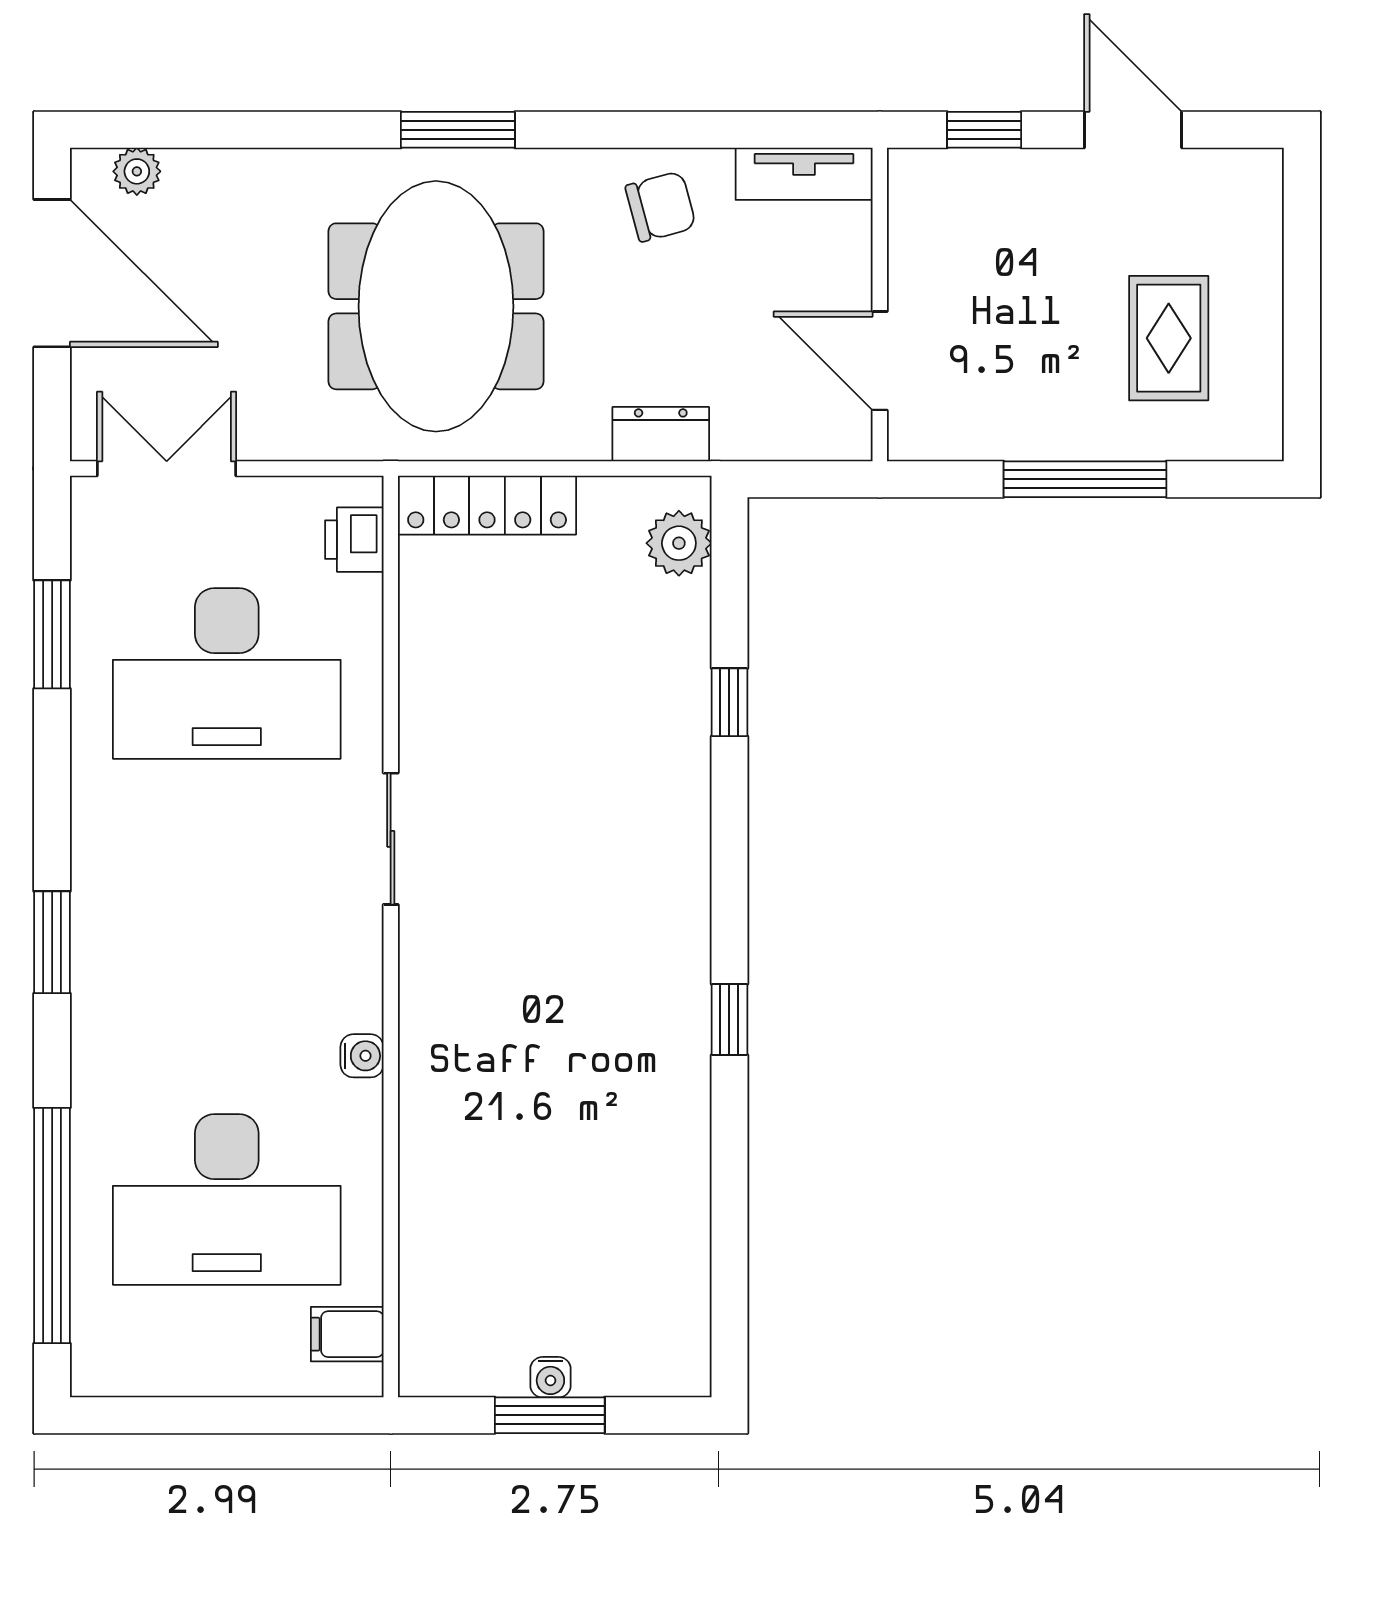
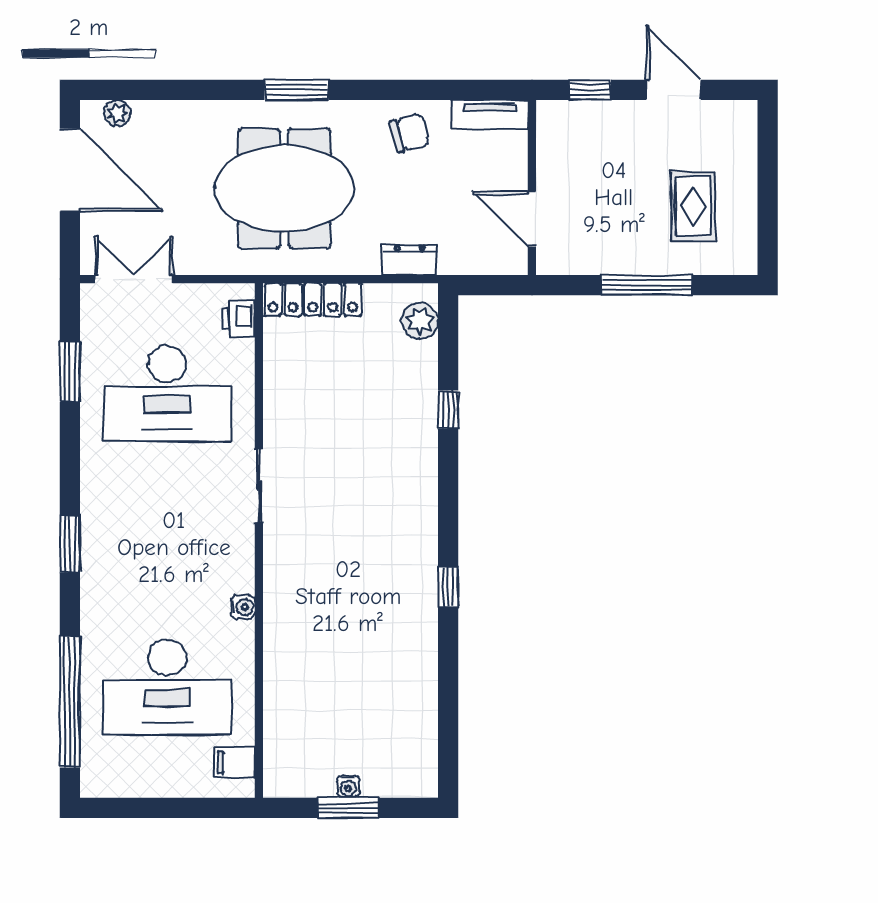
meeting table: (436, 306) -> (284, 188), turned 90

